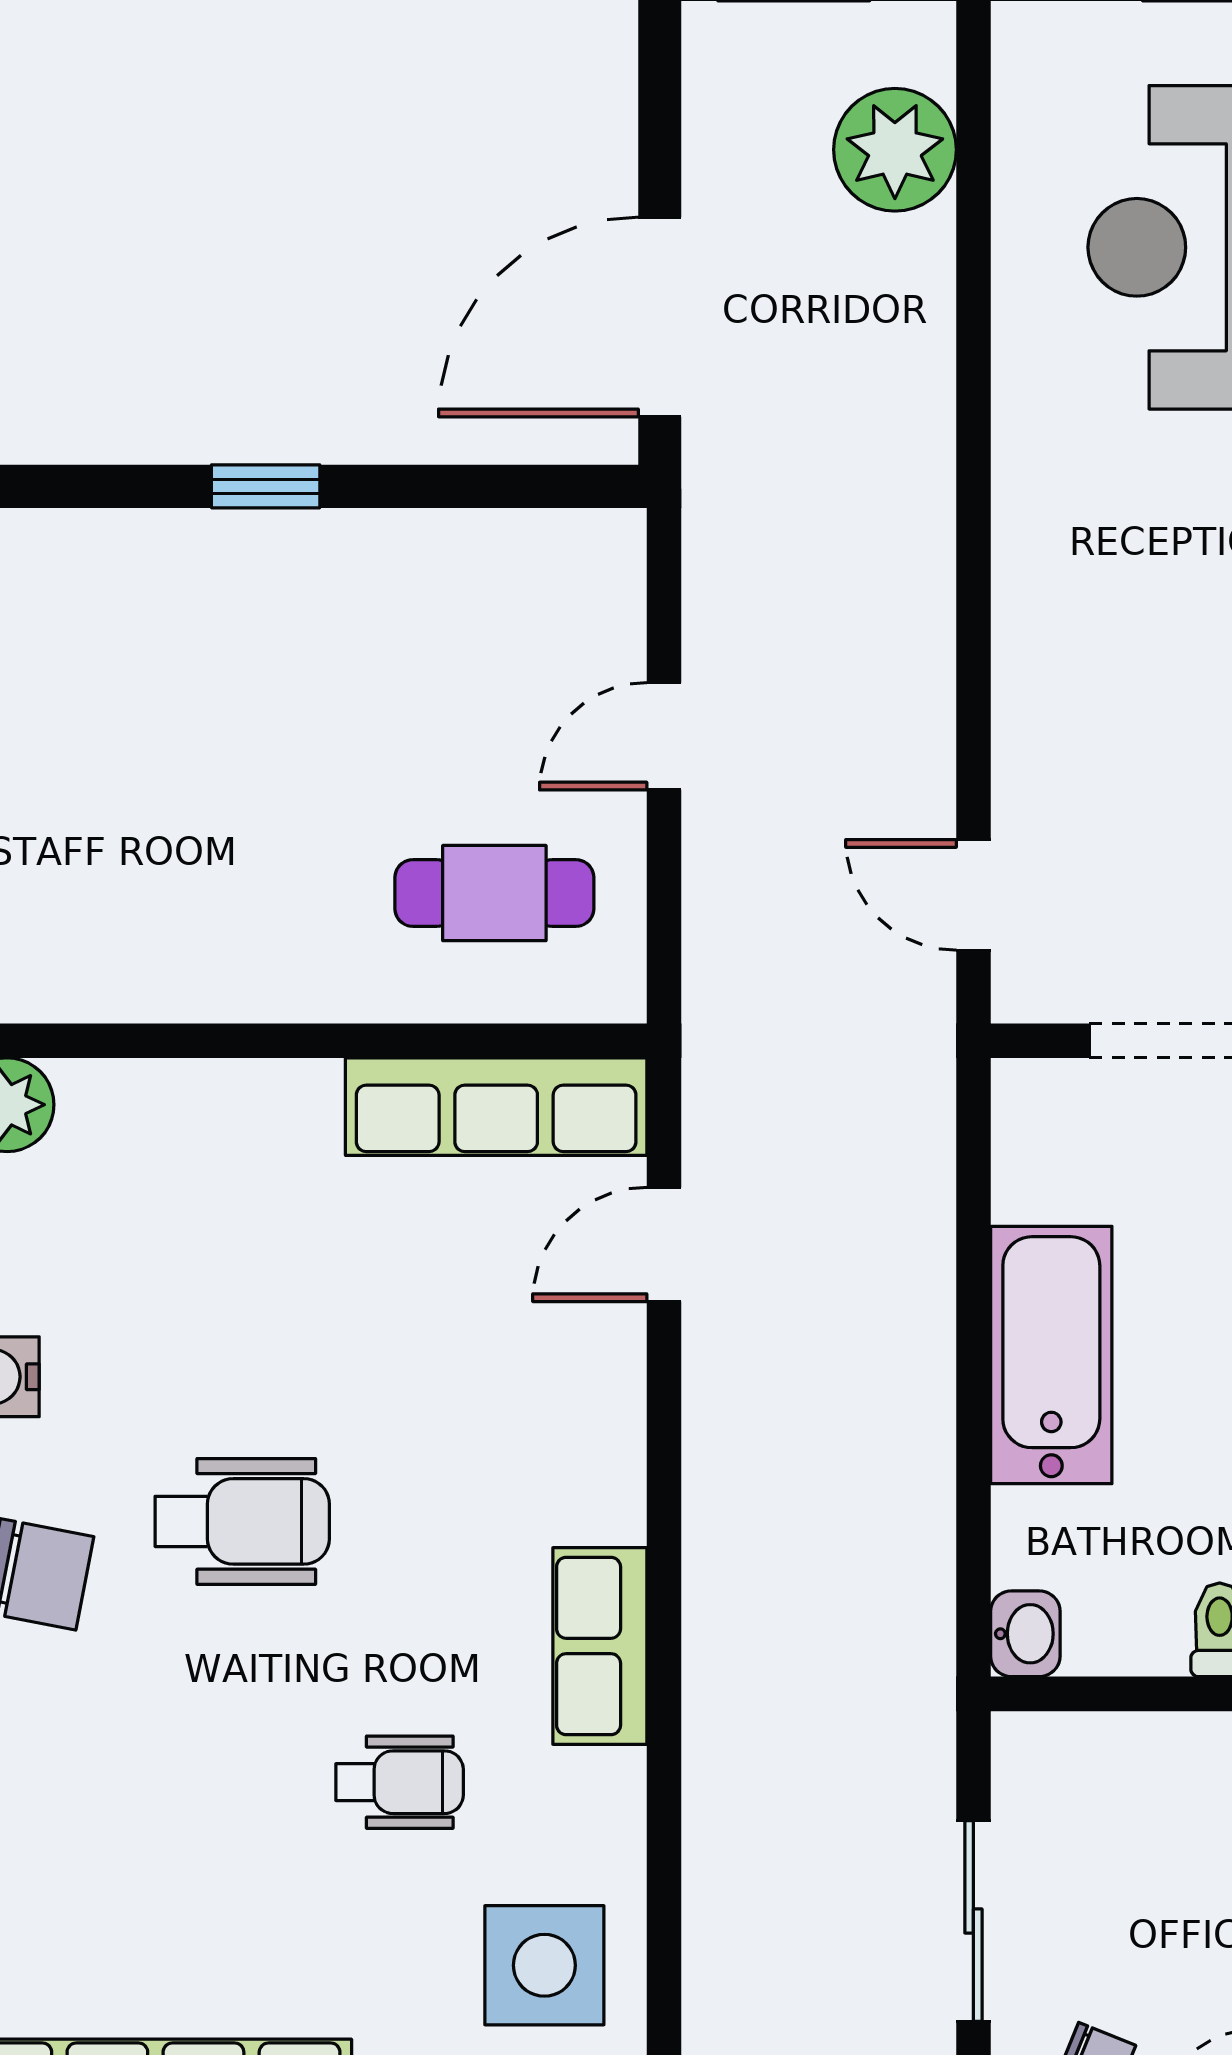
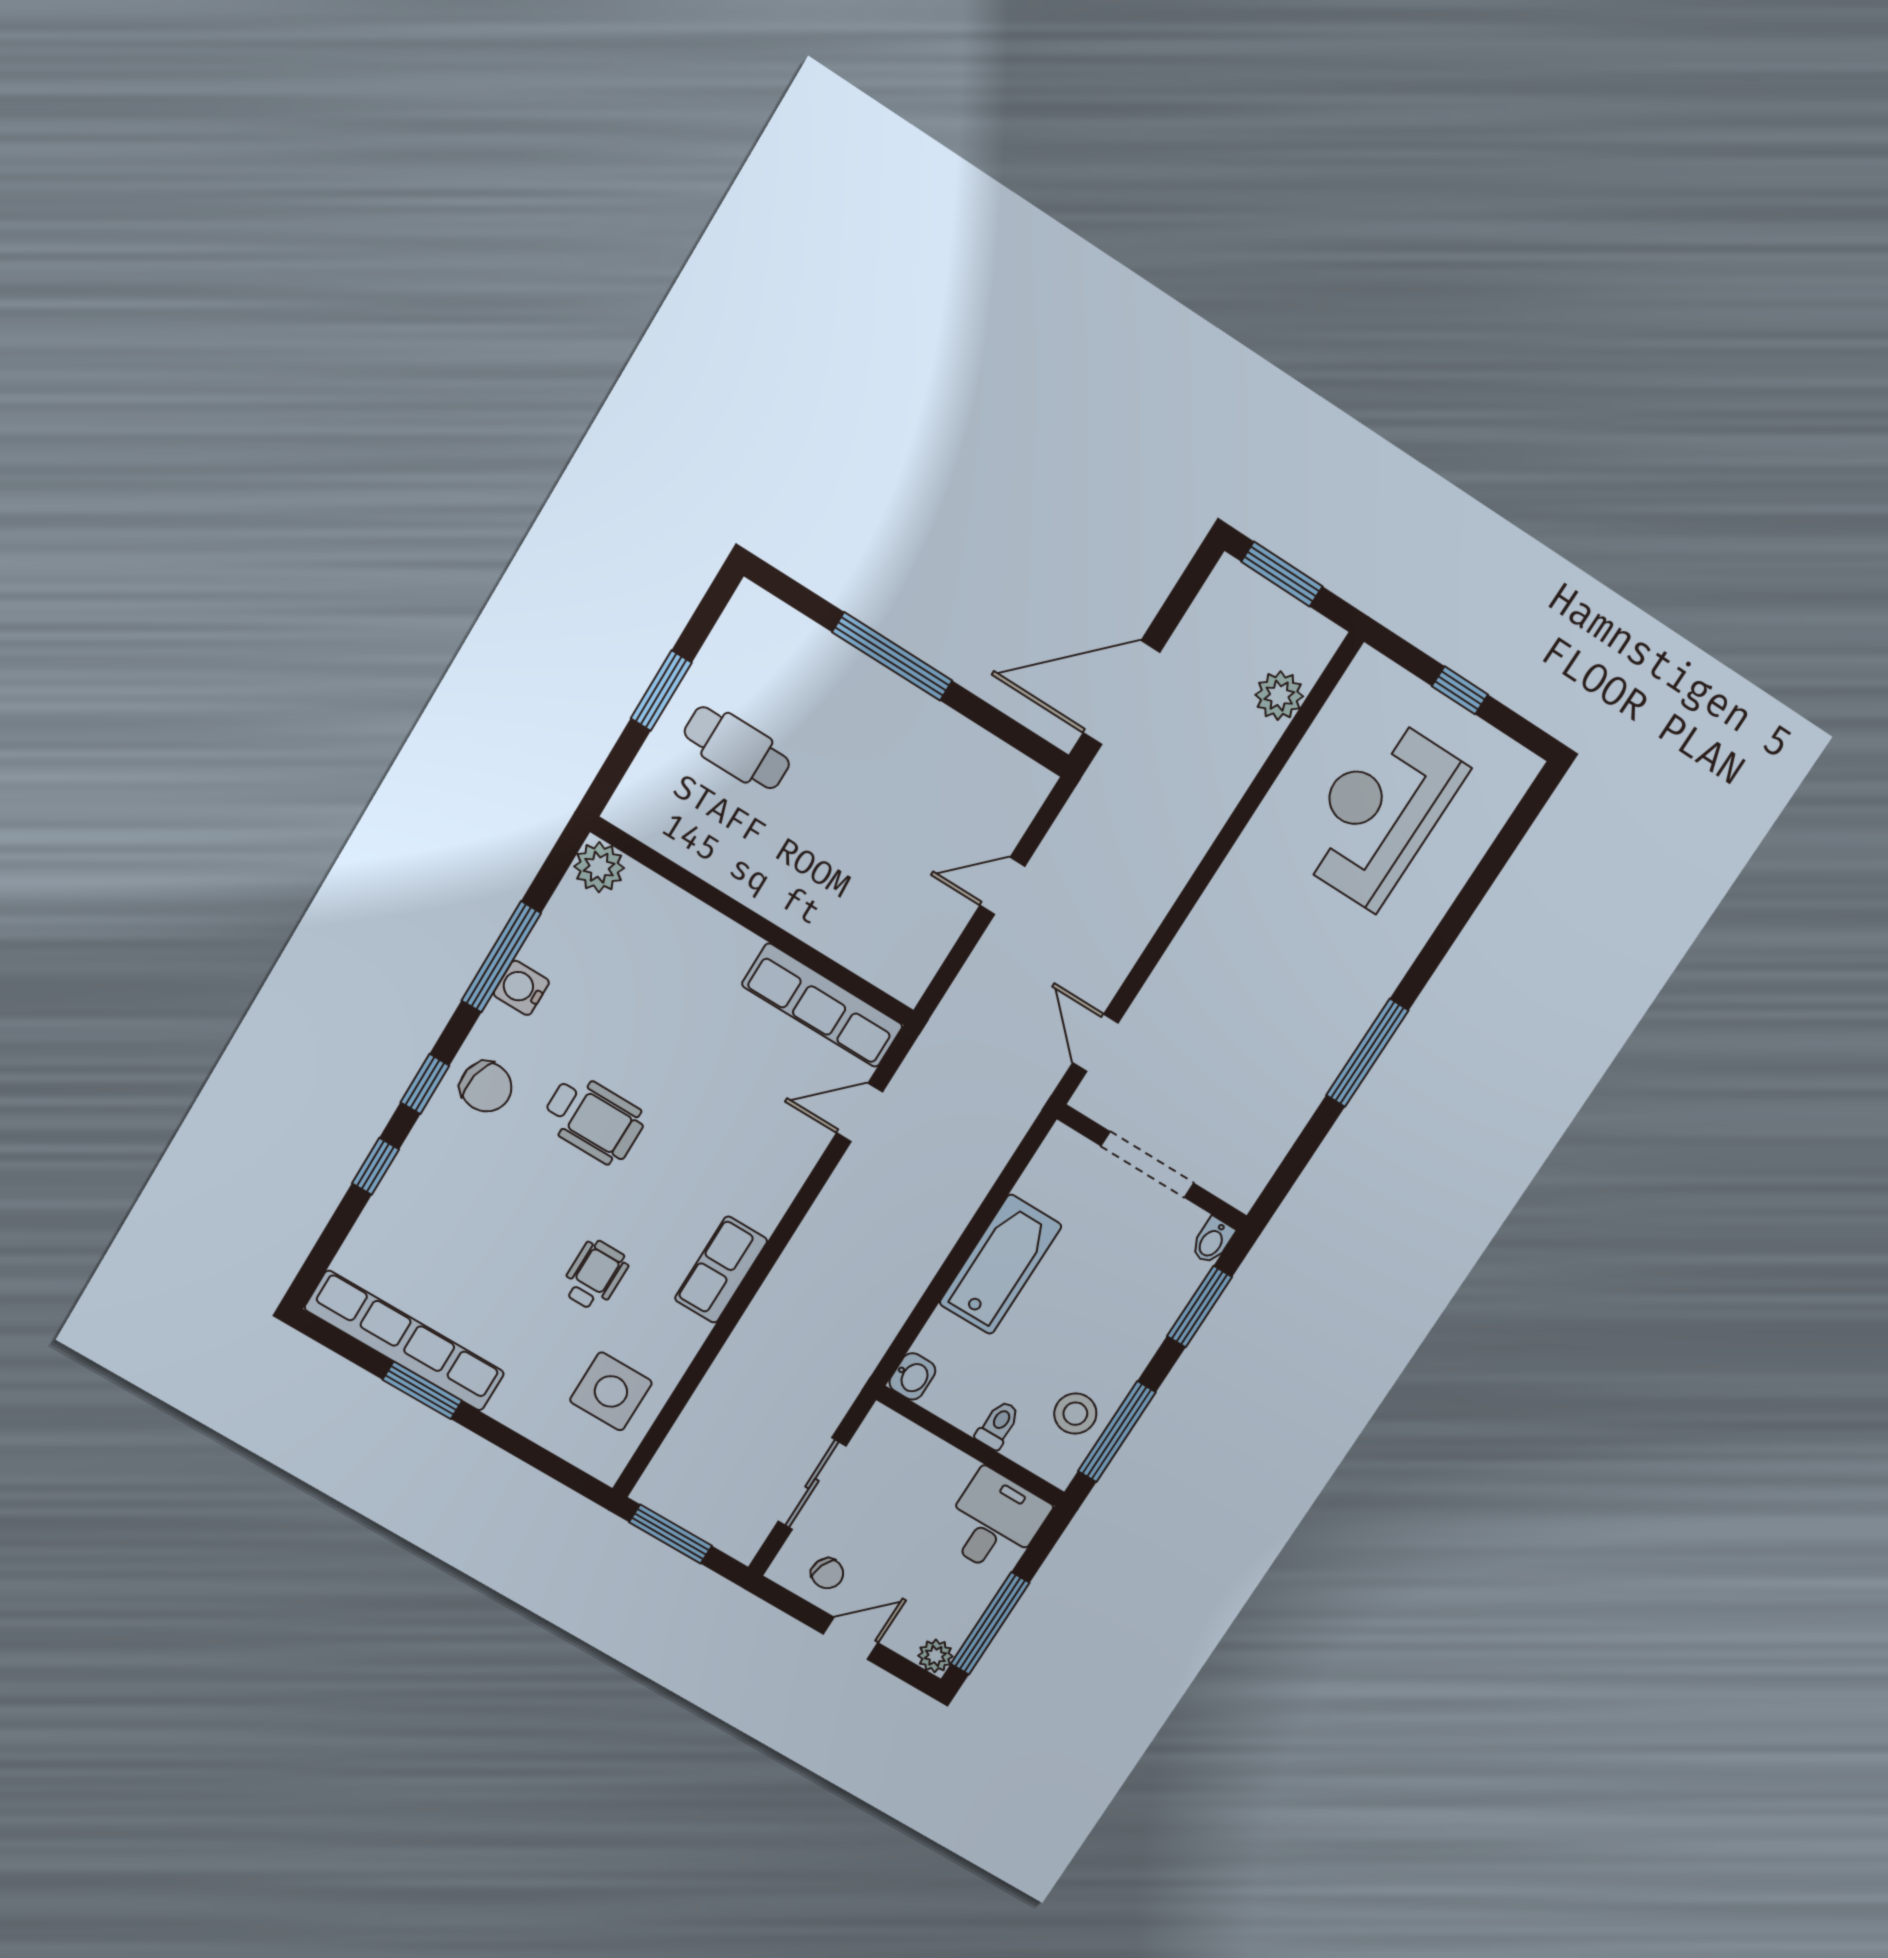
plant: (895, 150) -> (1279, 696), width x0.73, depth x0.73
window: (266, 486) -> (892, 656), width x2.17
cafe table: (494, 893) -> (737, 748), moved
wheelchair: (400, 1782) -> (595, 1275), turned -90

